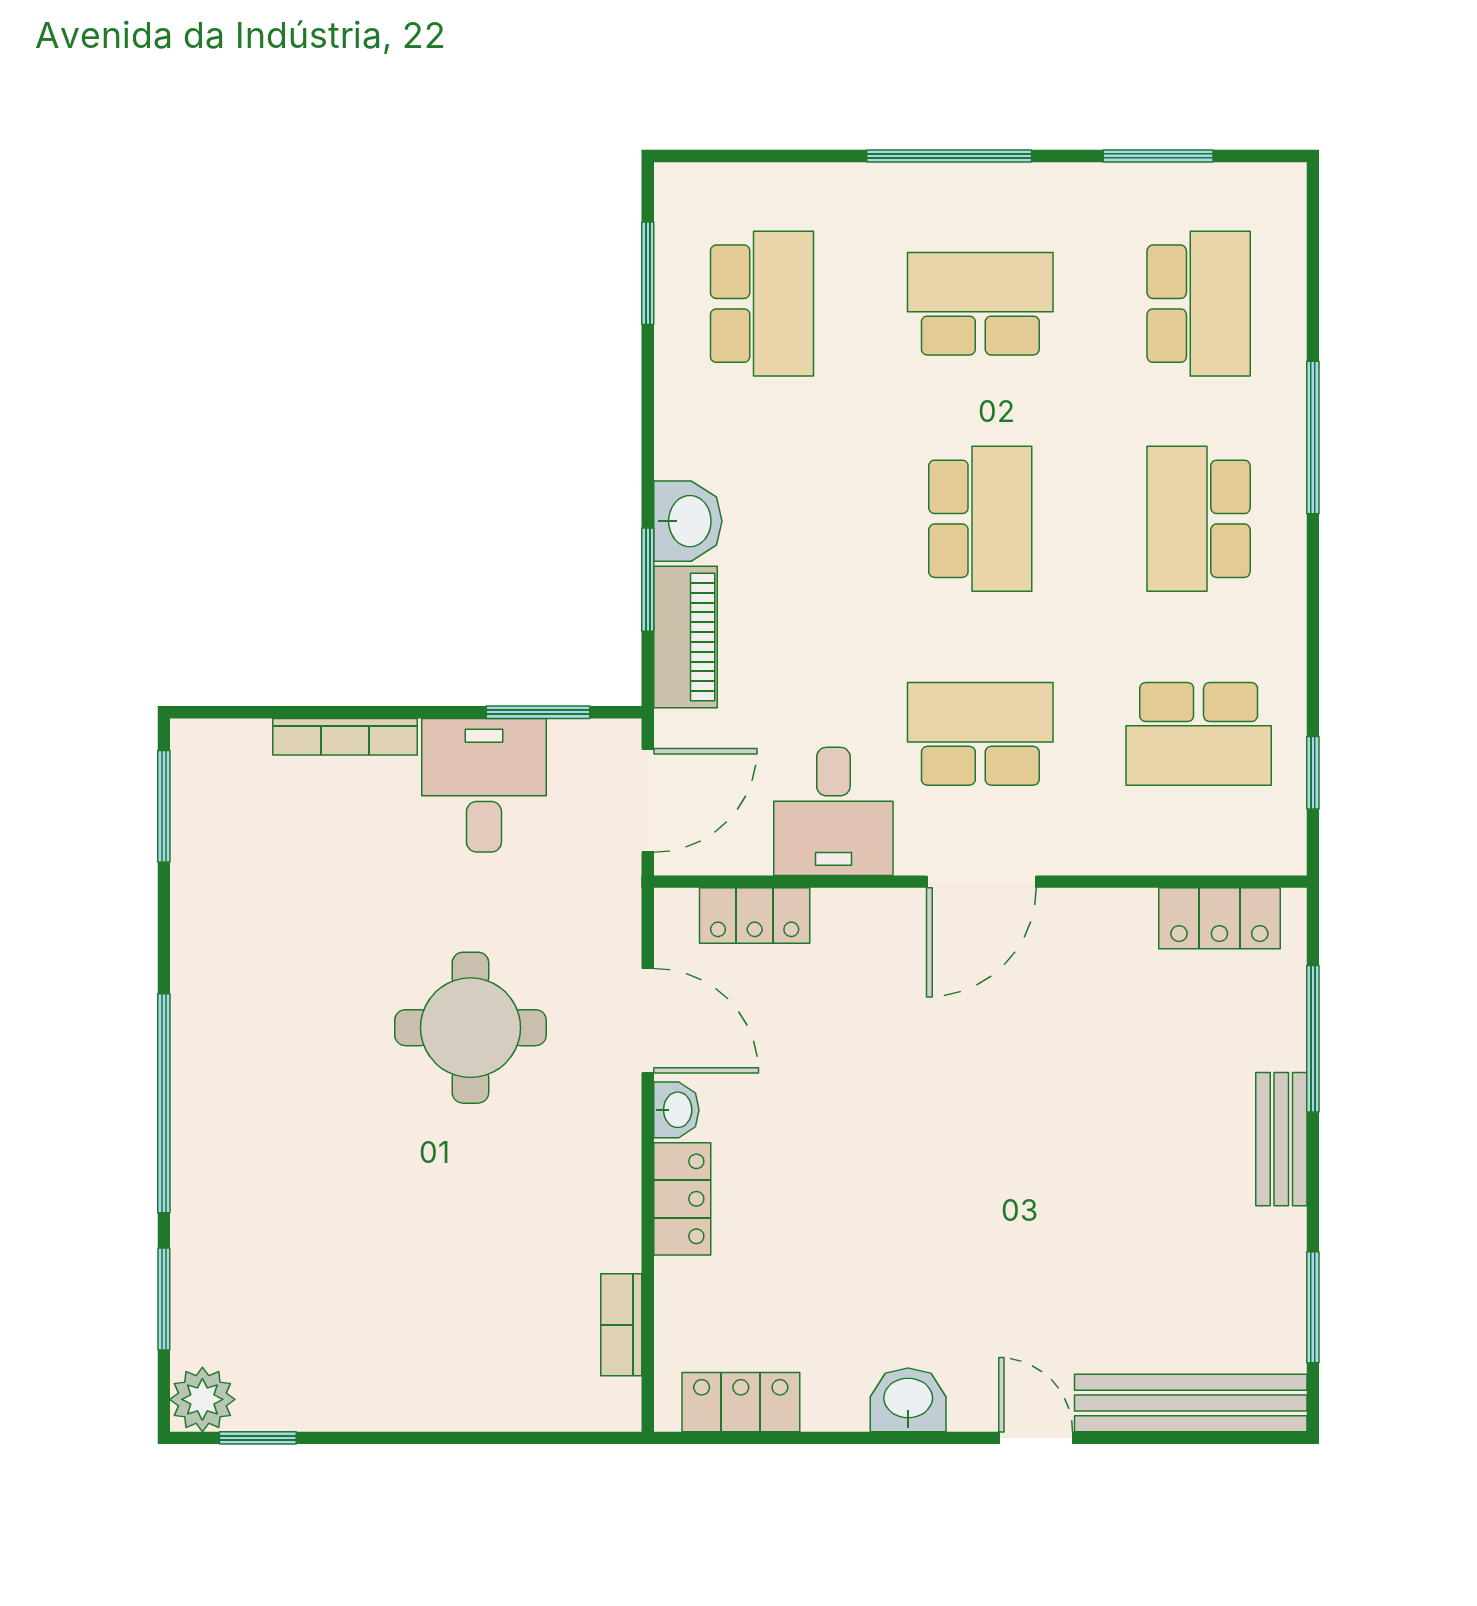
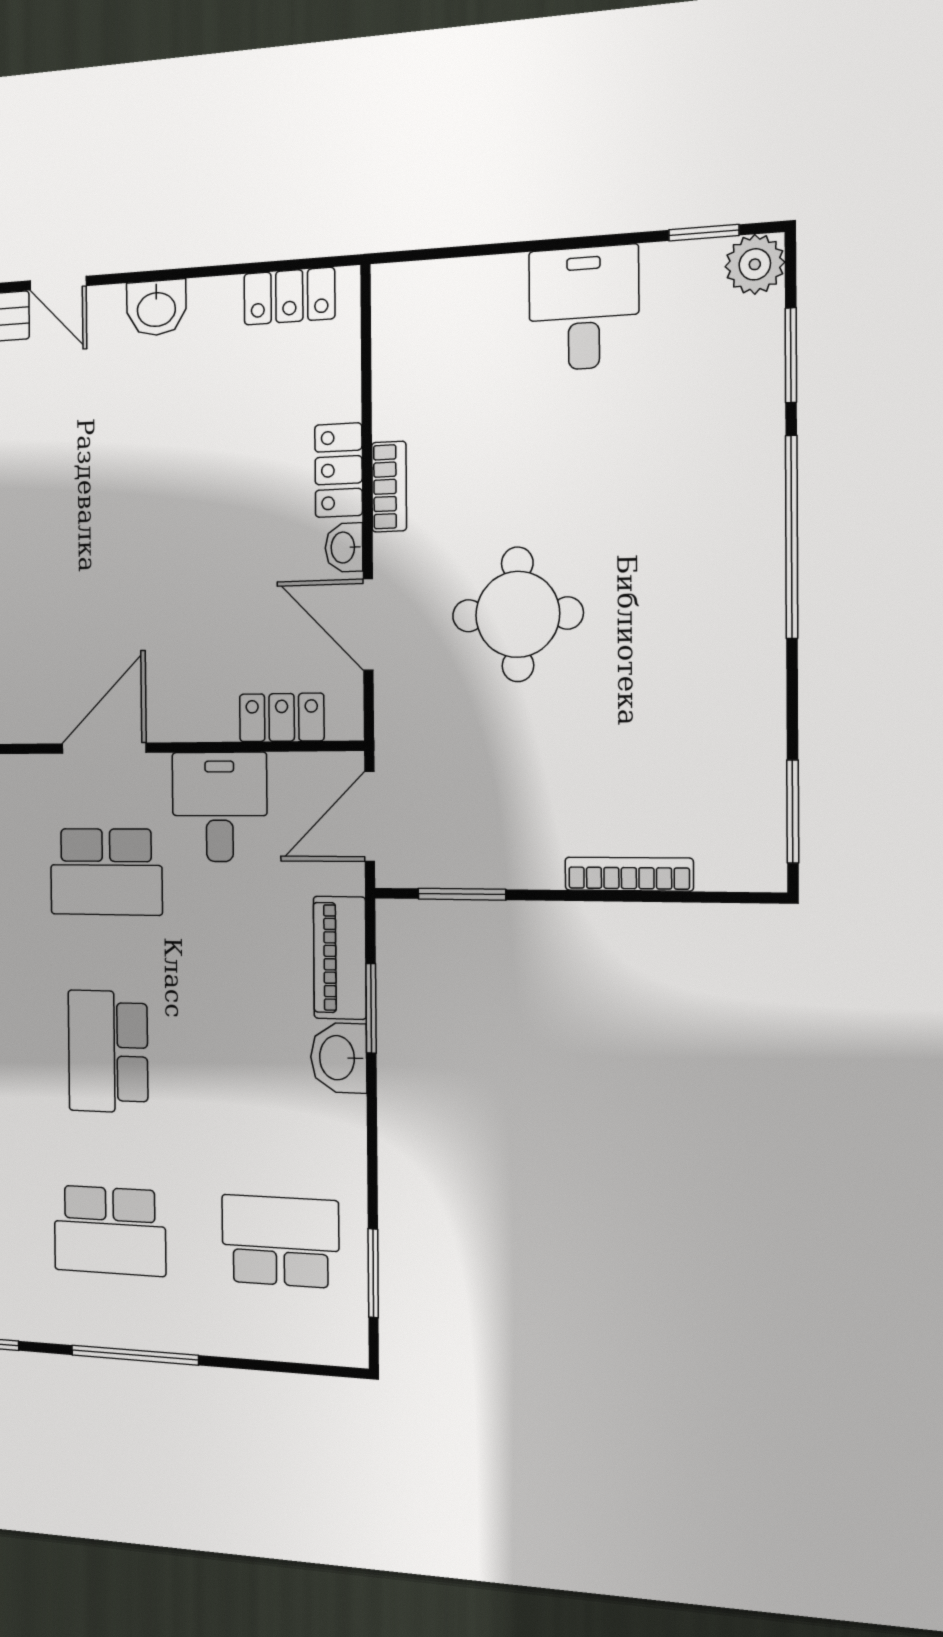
school desk: (762, 304) -> (280, 1241), turned 90
desk: (484, 785) -> (584, 308), moved, turned 180
bookcase: (621, 1325) -> (389, 487), moved

